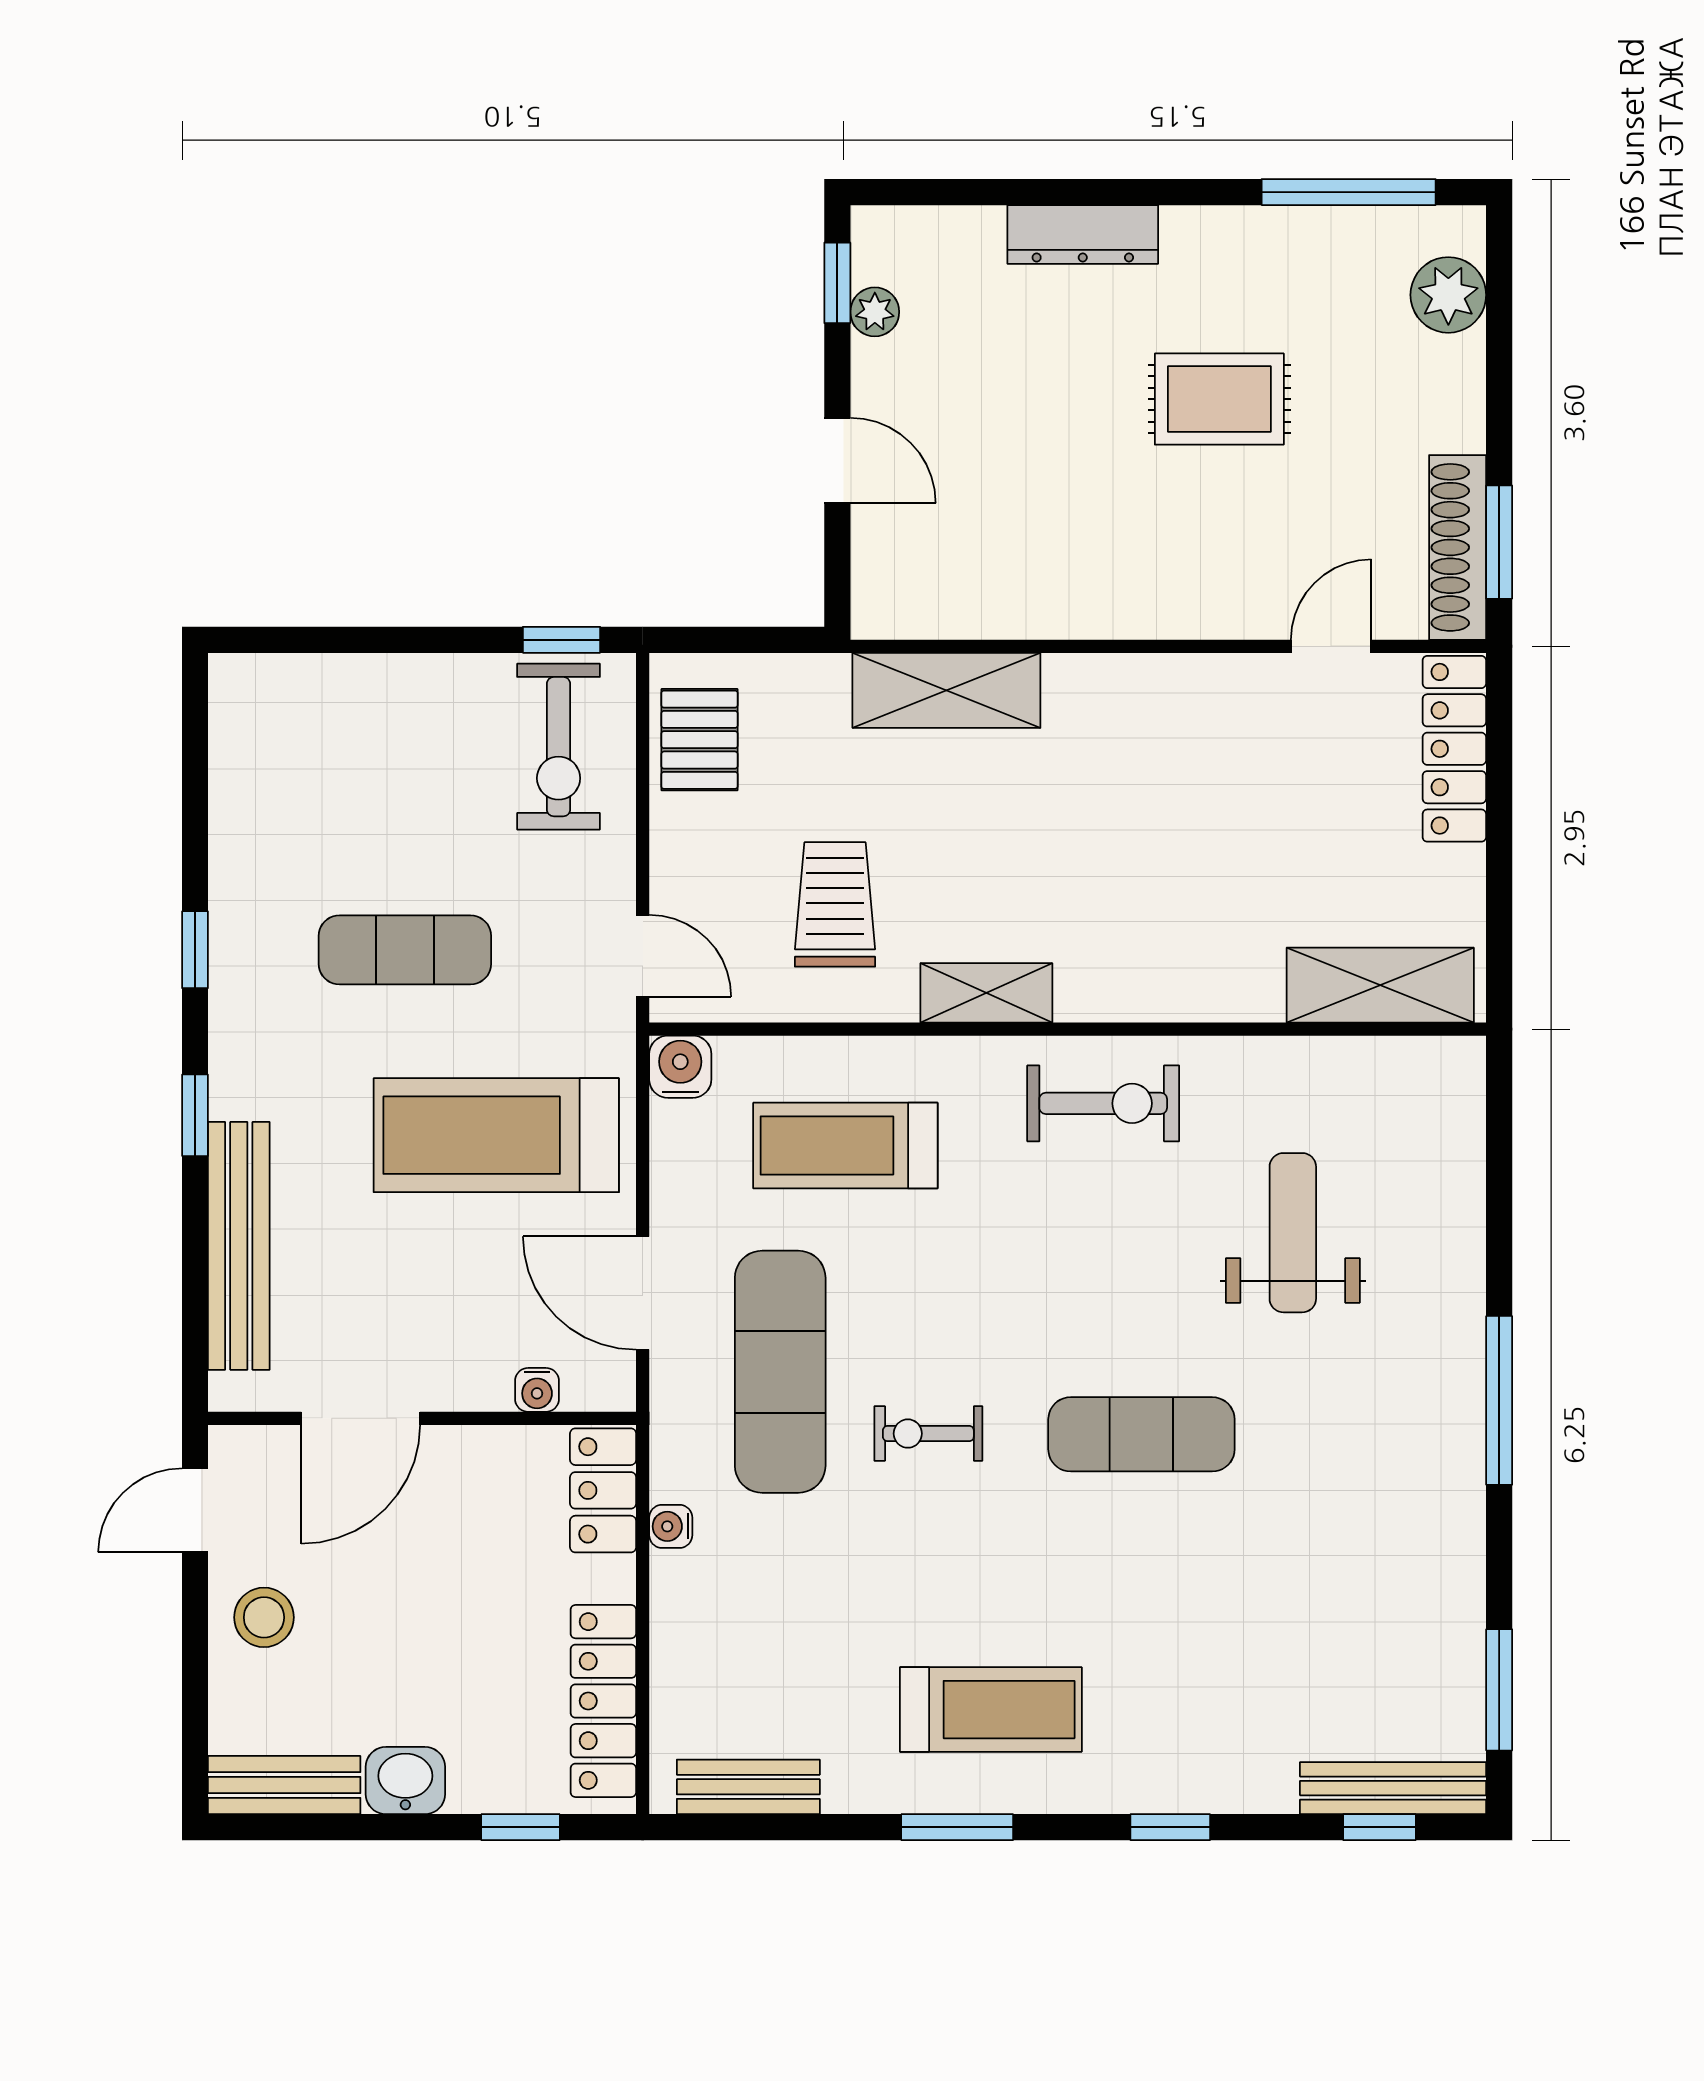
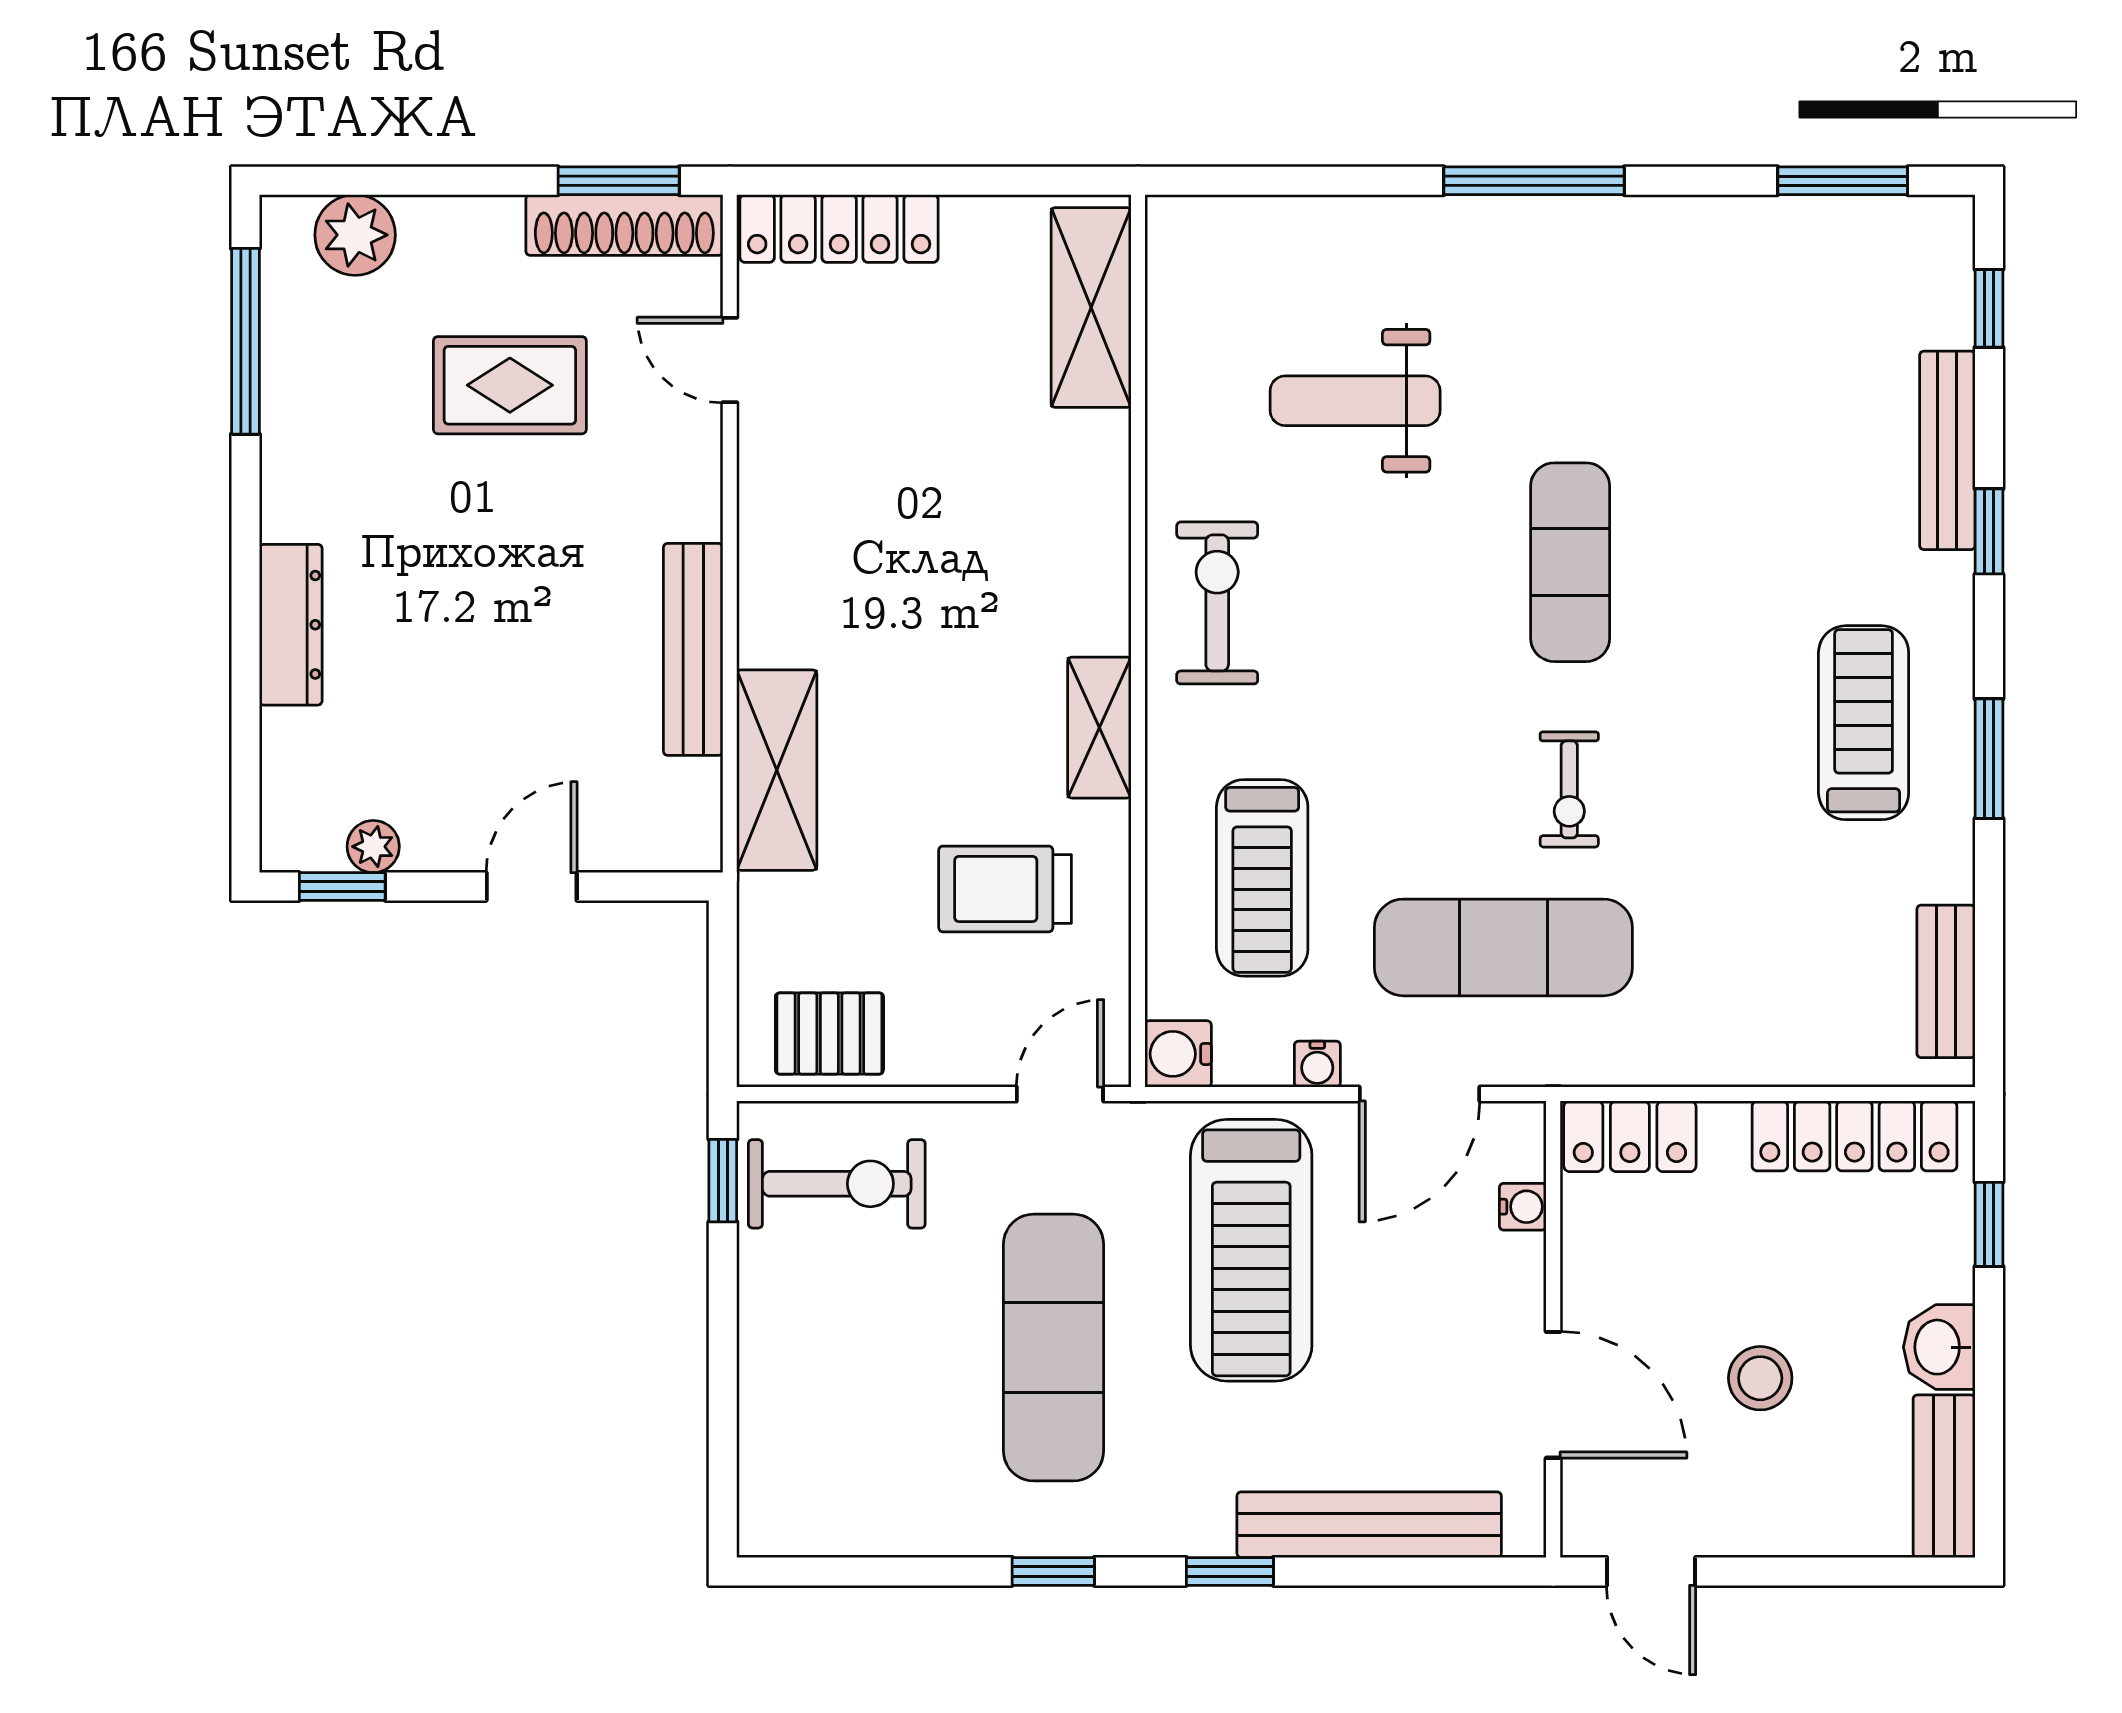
rug: (1219, 399) -> (510, 385), moved, turned 90
bench: (1060, 612) -> (693, 649), added
exercise mat: (405, 950) -> (1054, 1348), width x1.36, depth x1.45
water cooler: (671, 1526) -> (1317, 1064), moved
stool: (264, 1617) -> (1760, 1378), moved
bench: (1393, 1788) -> (1947, 450), moved

